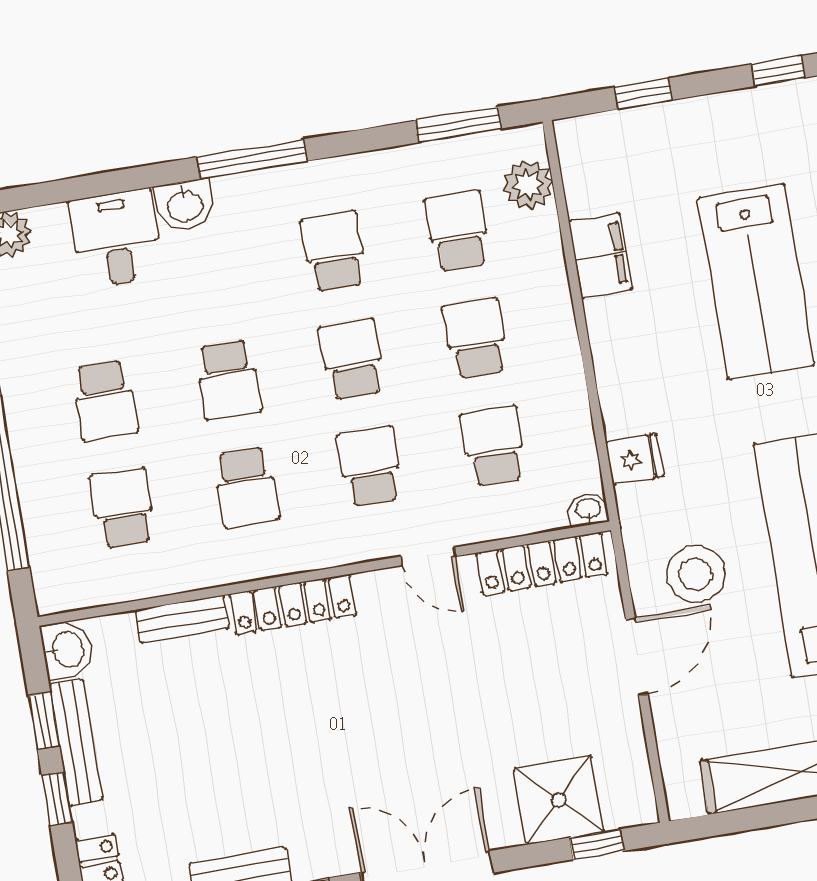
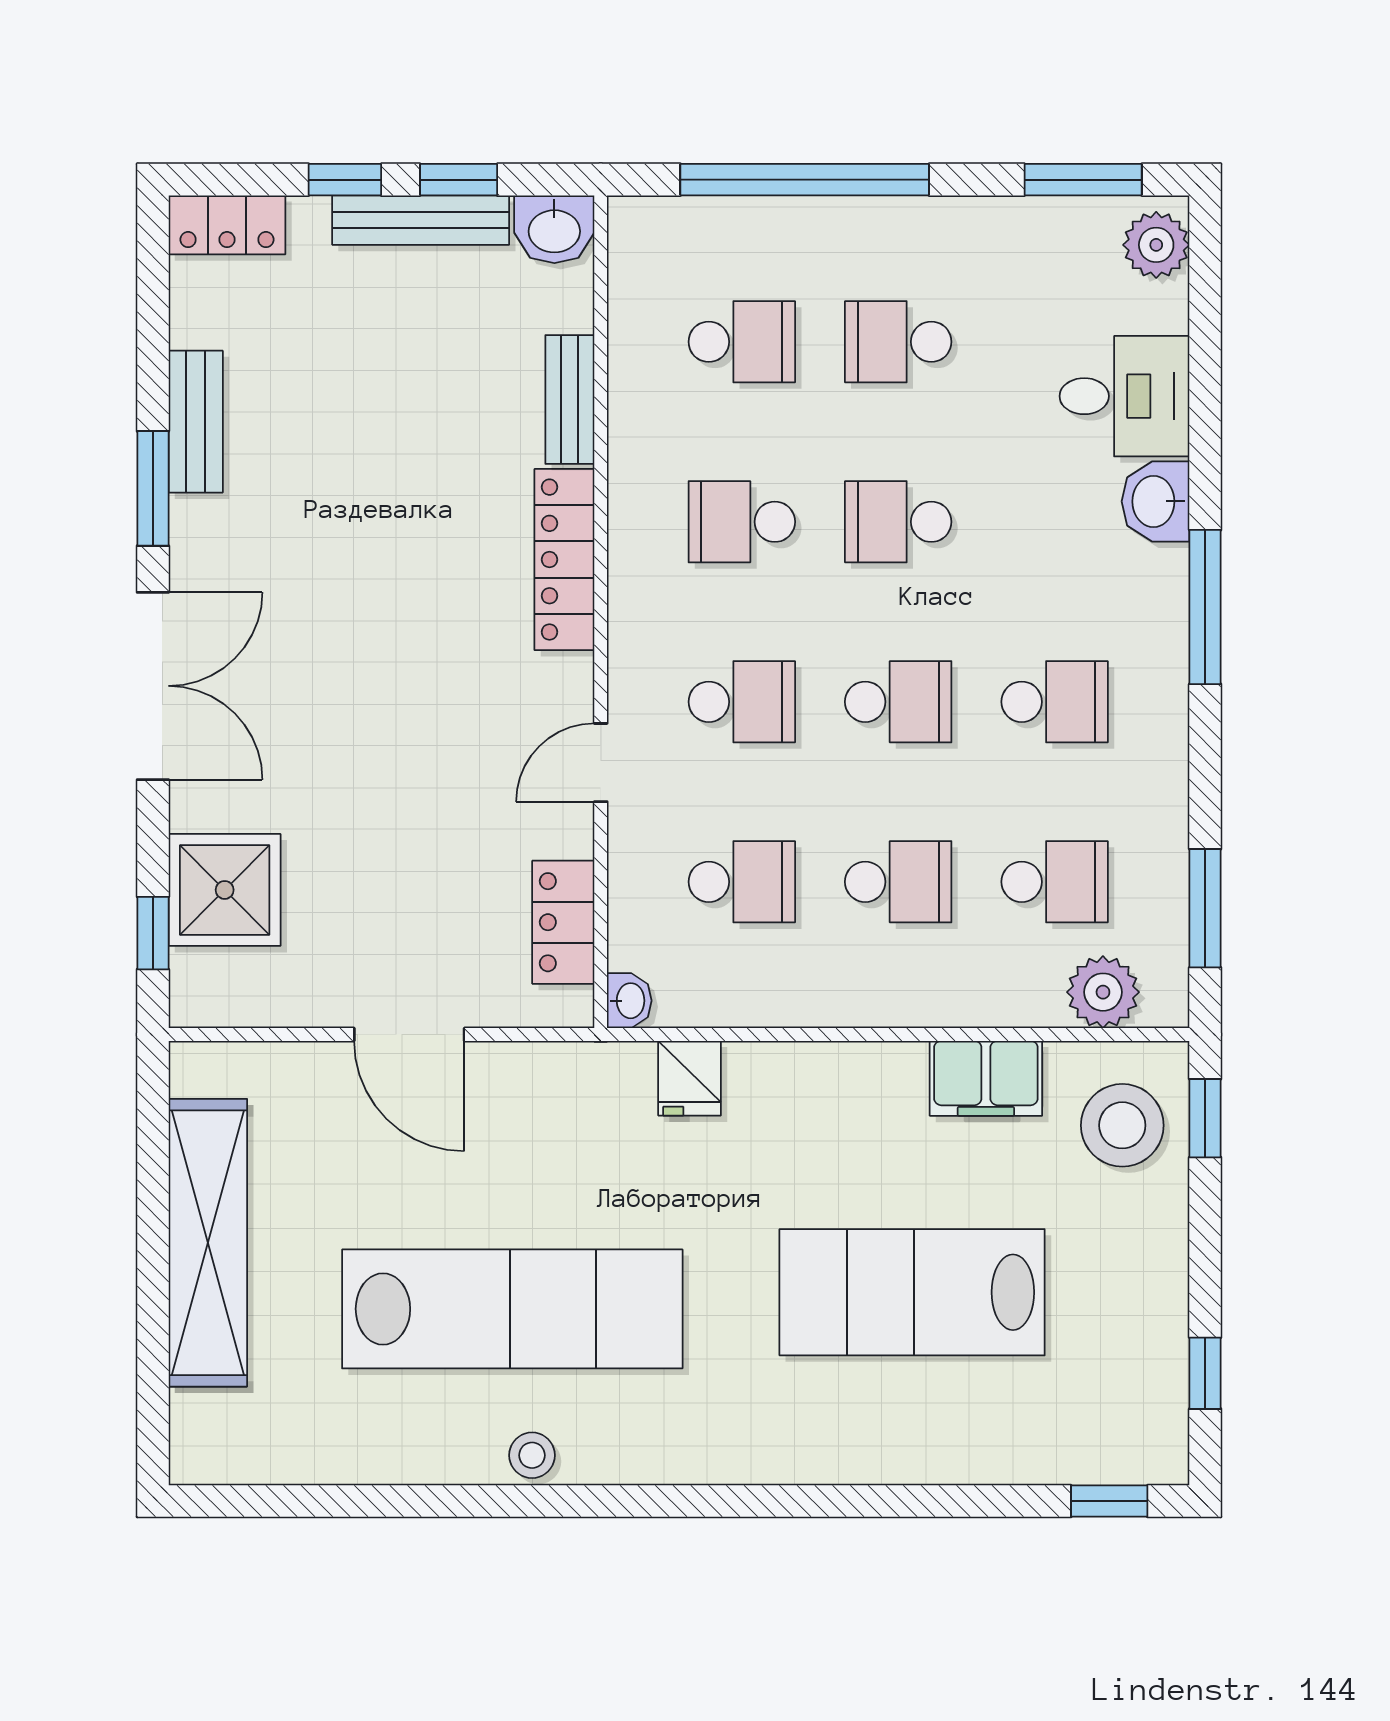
window: (643, 94) -> (1205, 1118), moved
locker: (542, 564) -> (563, 922), width x0.66
stool: (696, 574) -> (1122, 1125), moved

